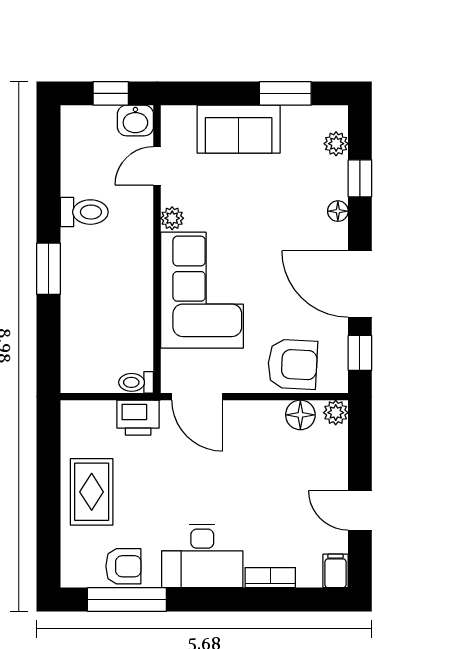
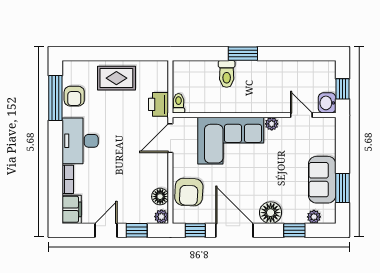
sofa: (239, 129) -> (322, 180), moved
floor lamp: (338, 211) -> (271, 213), width x1.89, depth x1.89
toilet: (84, 212) -> (227, 74), moved
door: (360, 284) -> (234, 230), hinge flipped
window: (360, 456) -> (137, 230), added
filing cabinet: (335, 571) -> (72, 209), width x2.00

